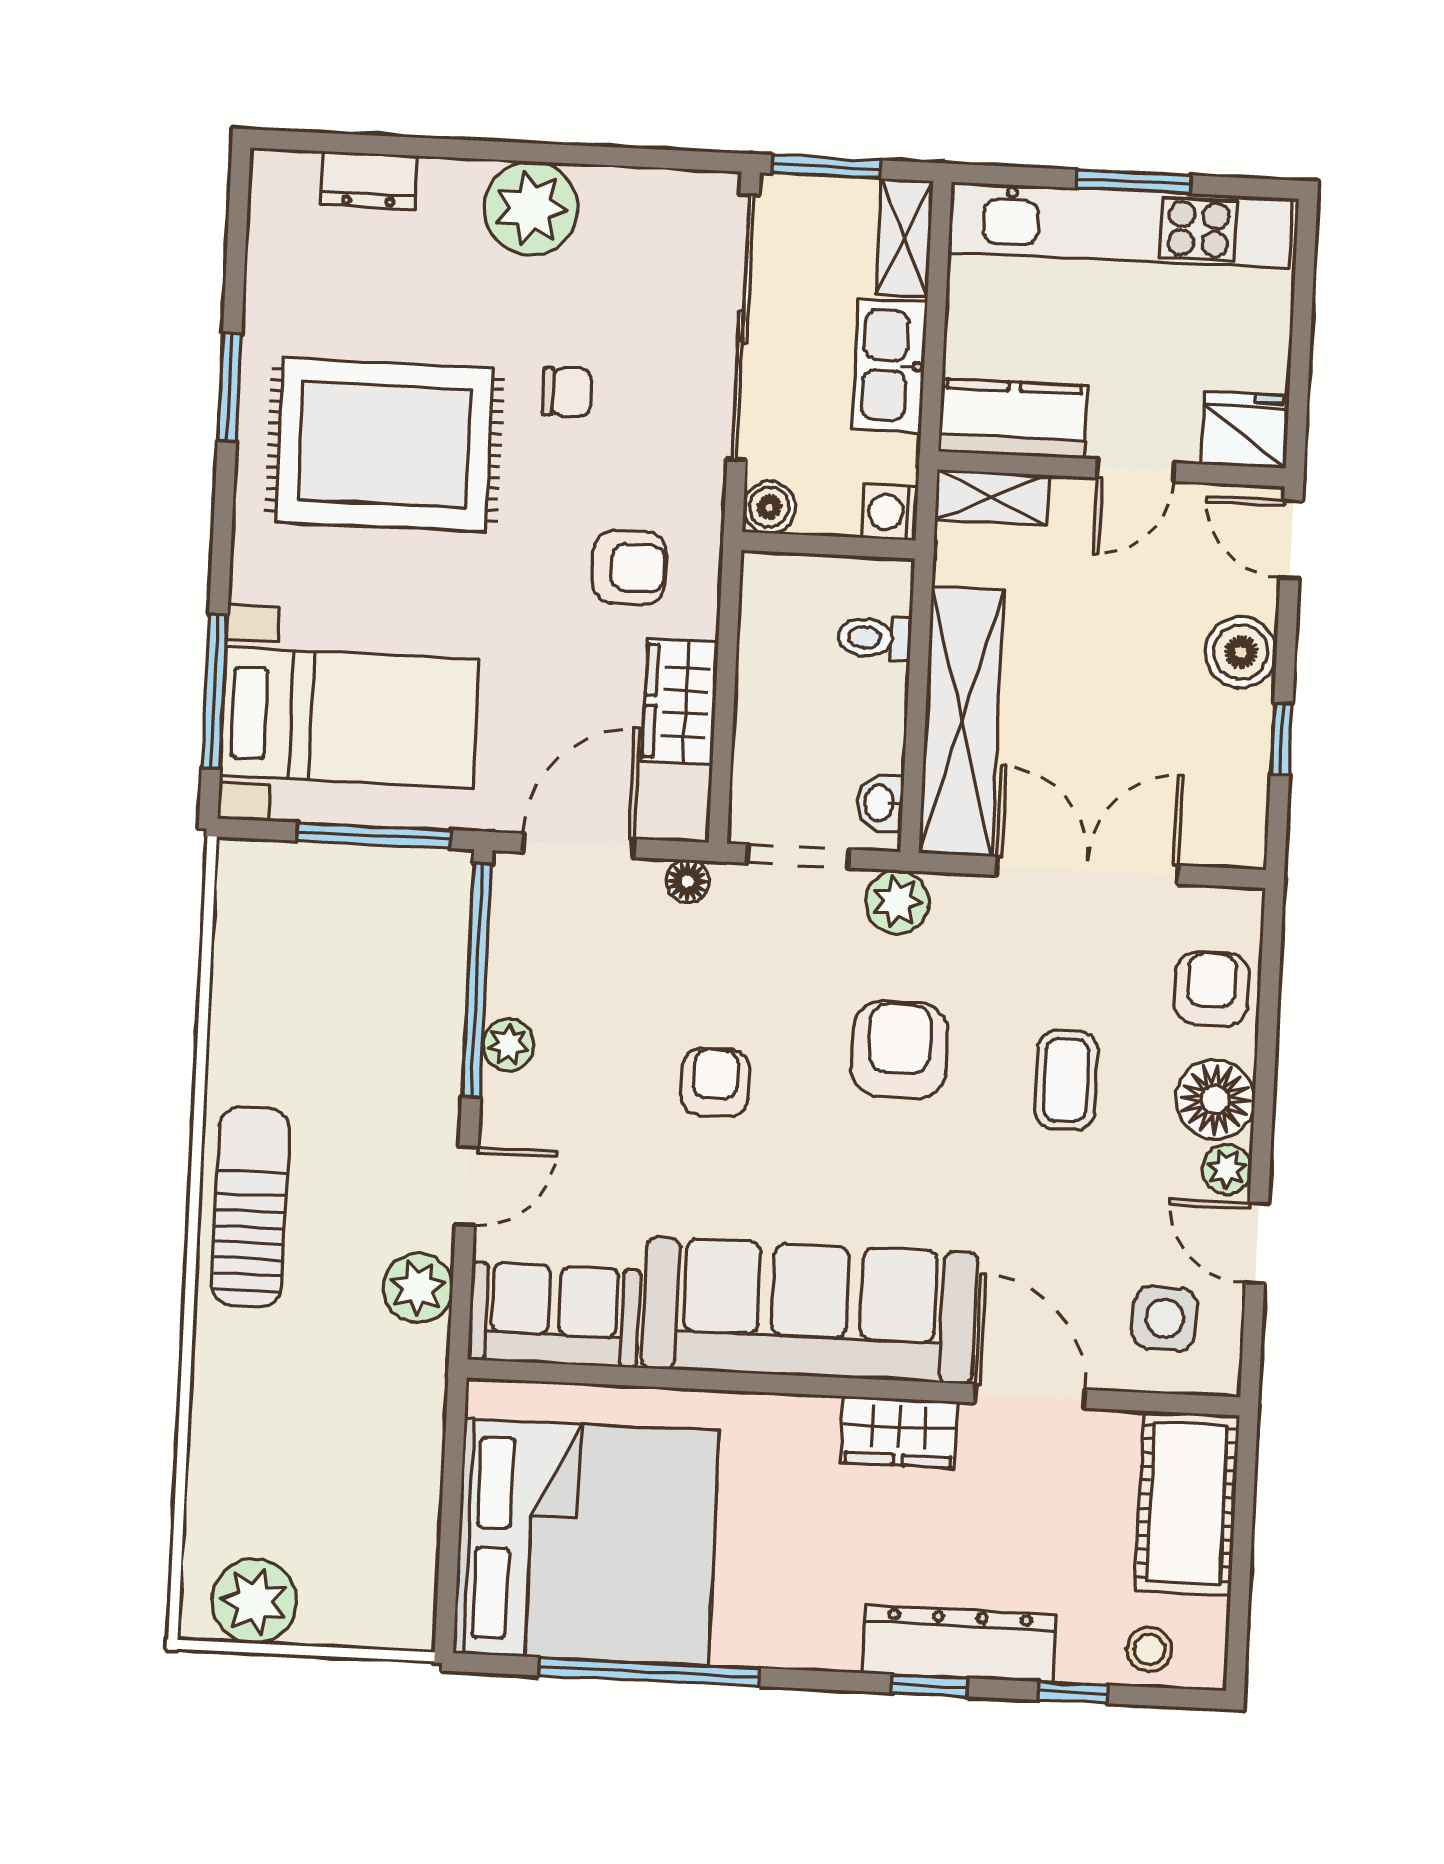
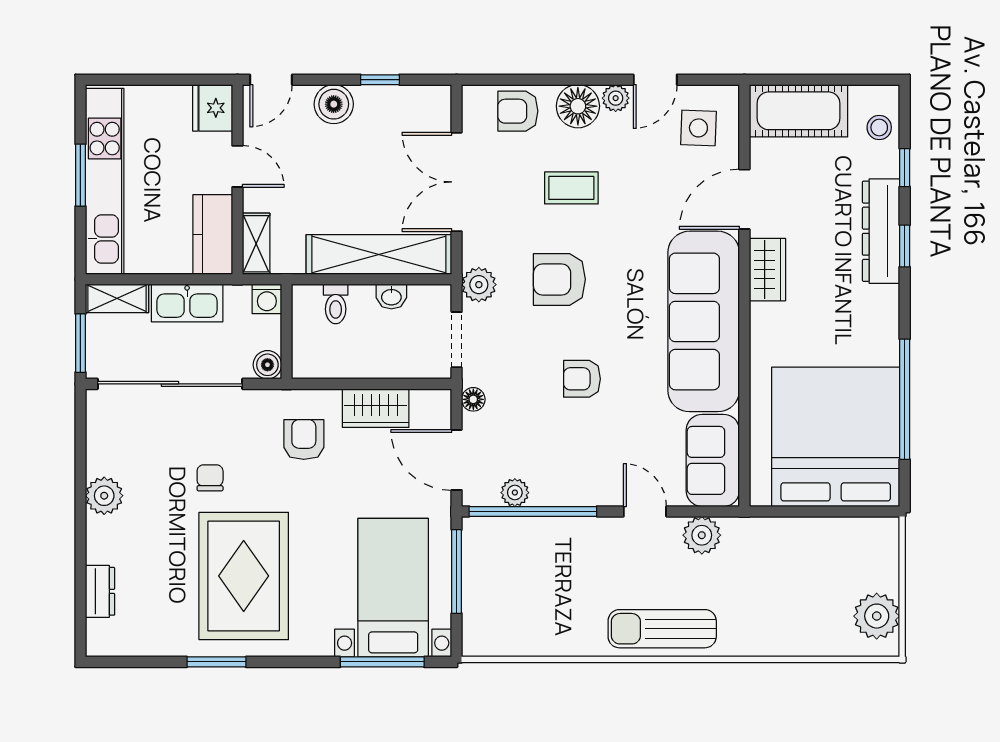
plant: (531, 208) -> (104, 496), width x0.73, depth x0.73
washbasin: (880, 803) -> (391, 296), moved
plant: (508, 1045) -> (515, 493), moved

